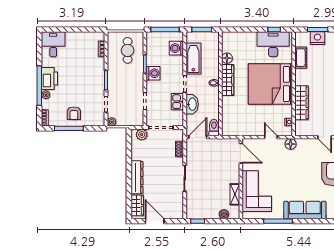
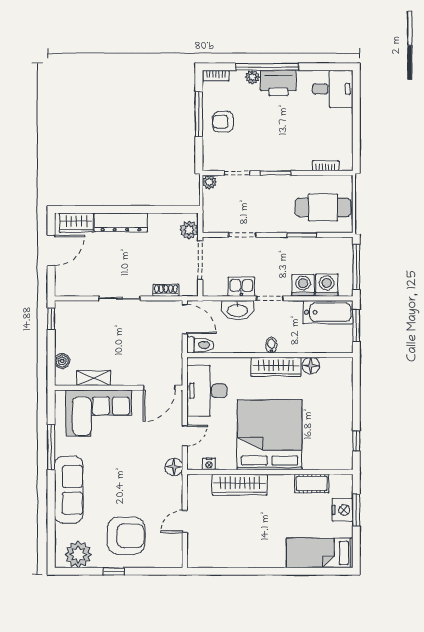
desk: (273, 44) -> (207, 391), moved, turned 180
cafe table: (128, 50) -> (323, 207), width x1.37, depth x1.35
bathtub: (193, 59) -> (328, 312), moved
washing machine: (153, 73) -> (303, 285), moved, turned 180

